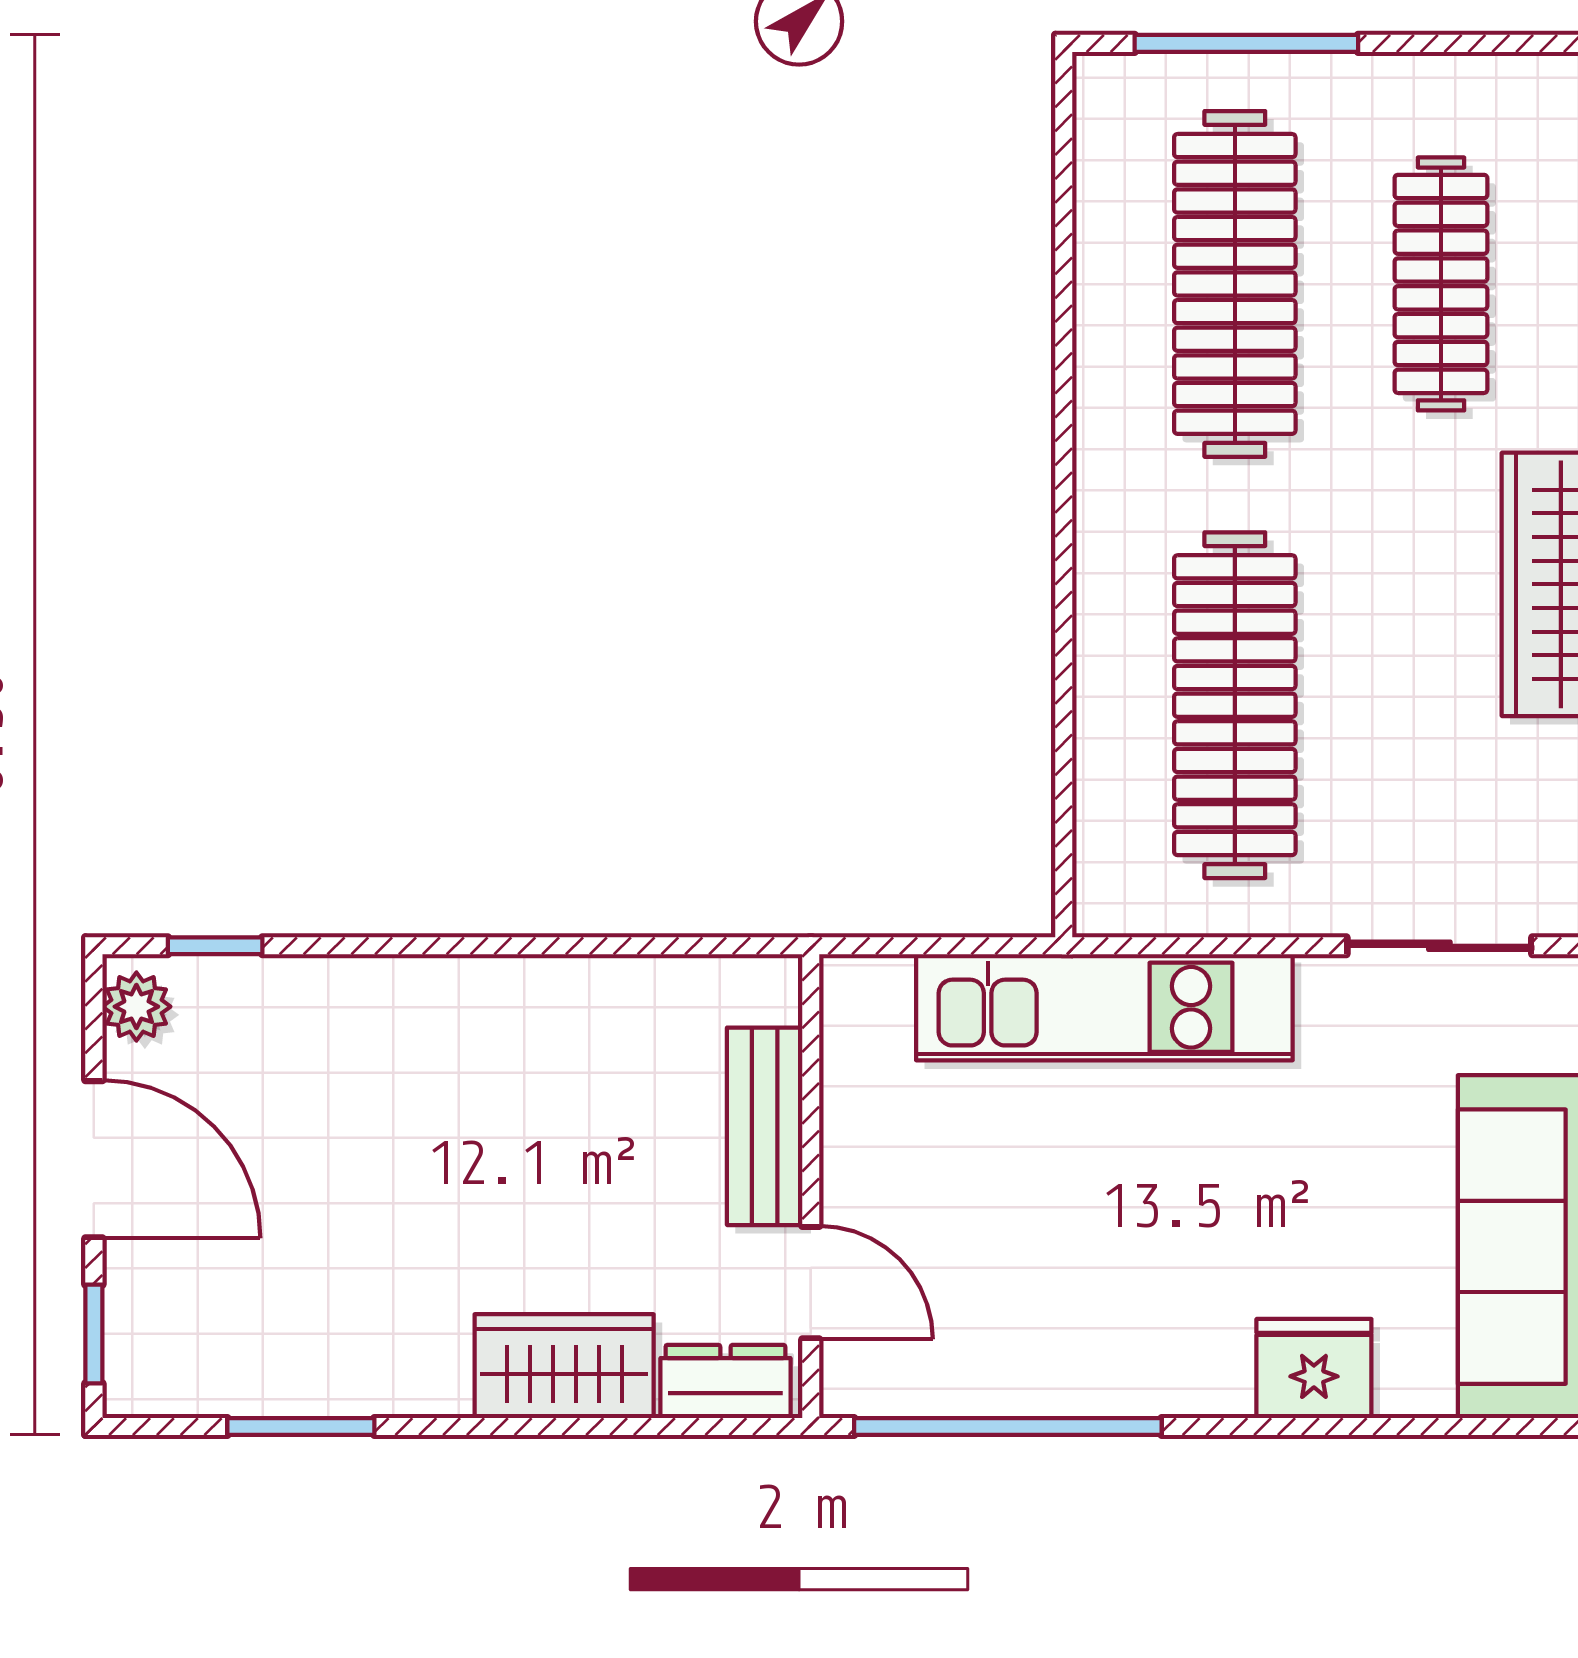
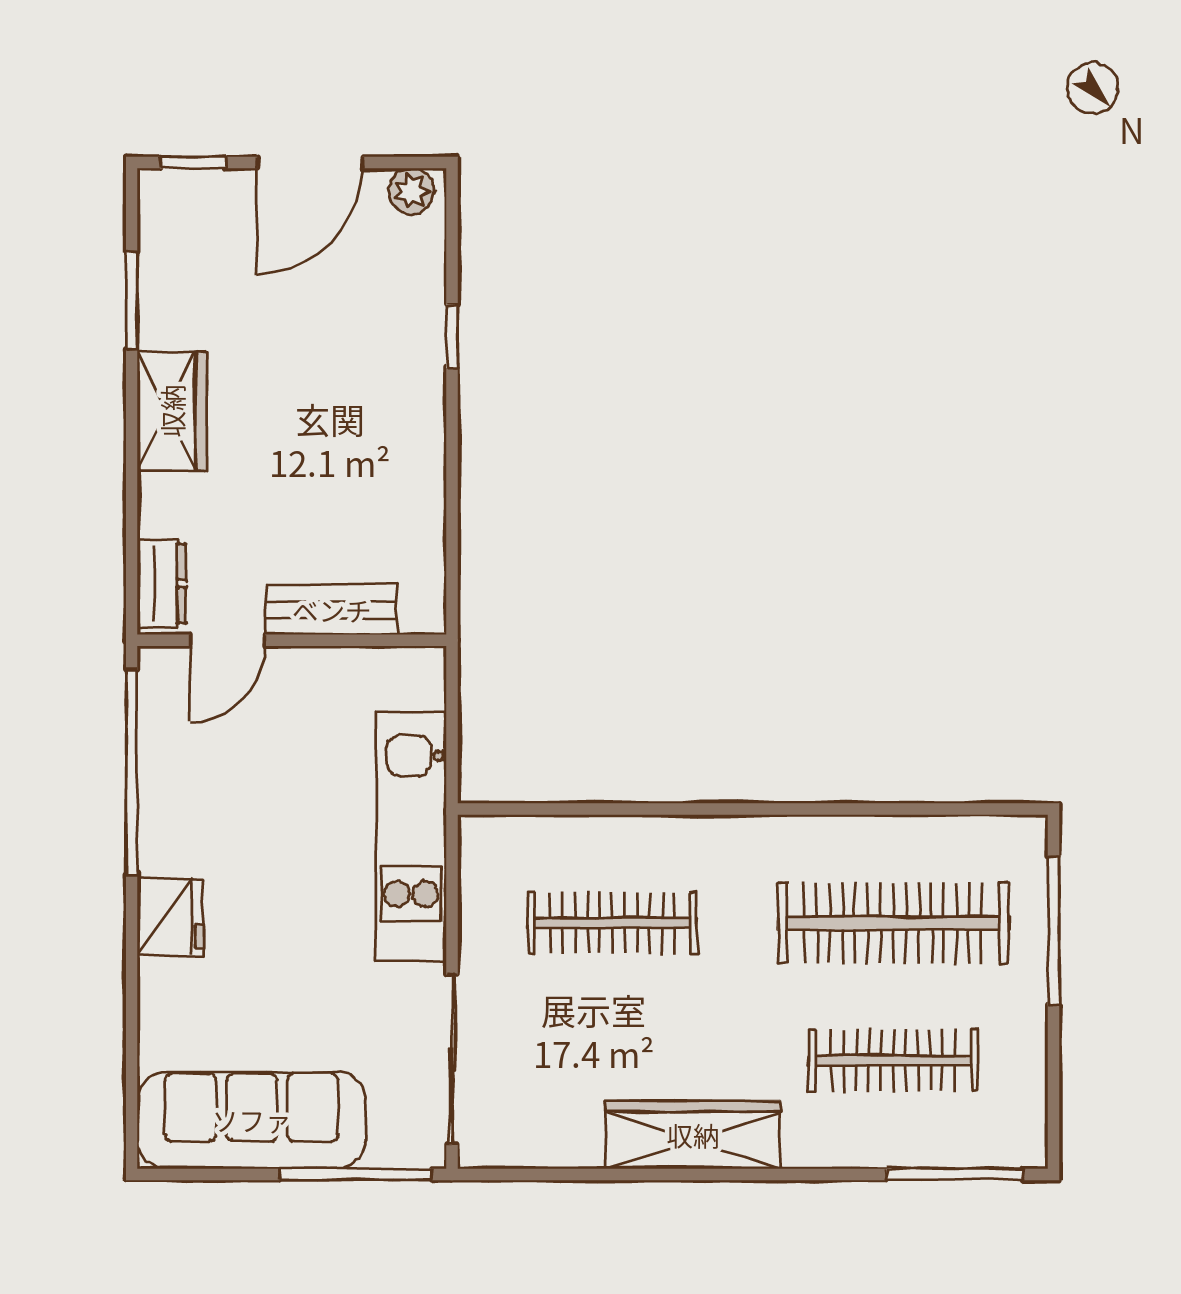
clothes rail: (1235, 705) -> (612, 923), width x0.73, depth x0.76
window: (215, 946) -> (452, 336), moved
sliding door: (1439, 946) -> (452, 1059), width x1.37
wardrobe: (564, 1366) -> (172, 411), moved
fridge: (1314, 1368) -> (170, 917), moved

